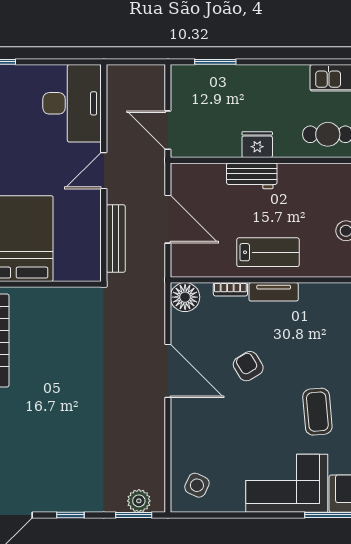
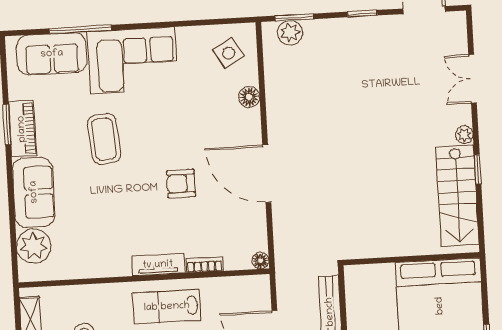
floor lamp: (185, 297) -> (260, 261), width x0.53, depth x0.53
armchair: (248, 366) -> (181, 184), turned 121
floor lamp: (180, 443) -> (249, 97), added
side table: (197, 485) -> (229, 53), turned 36

